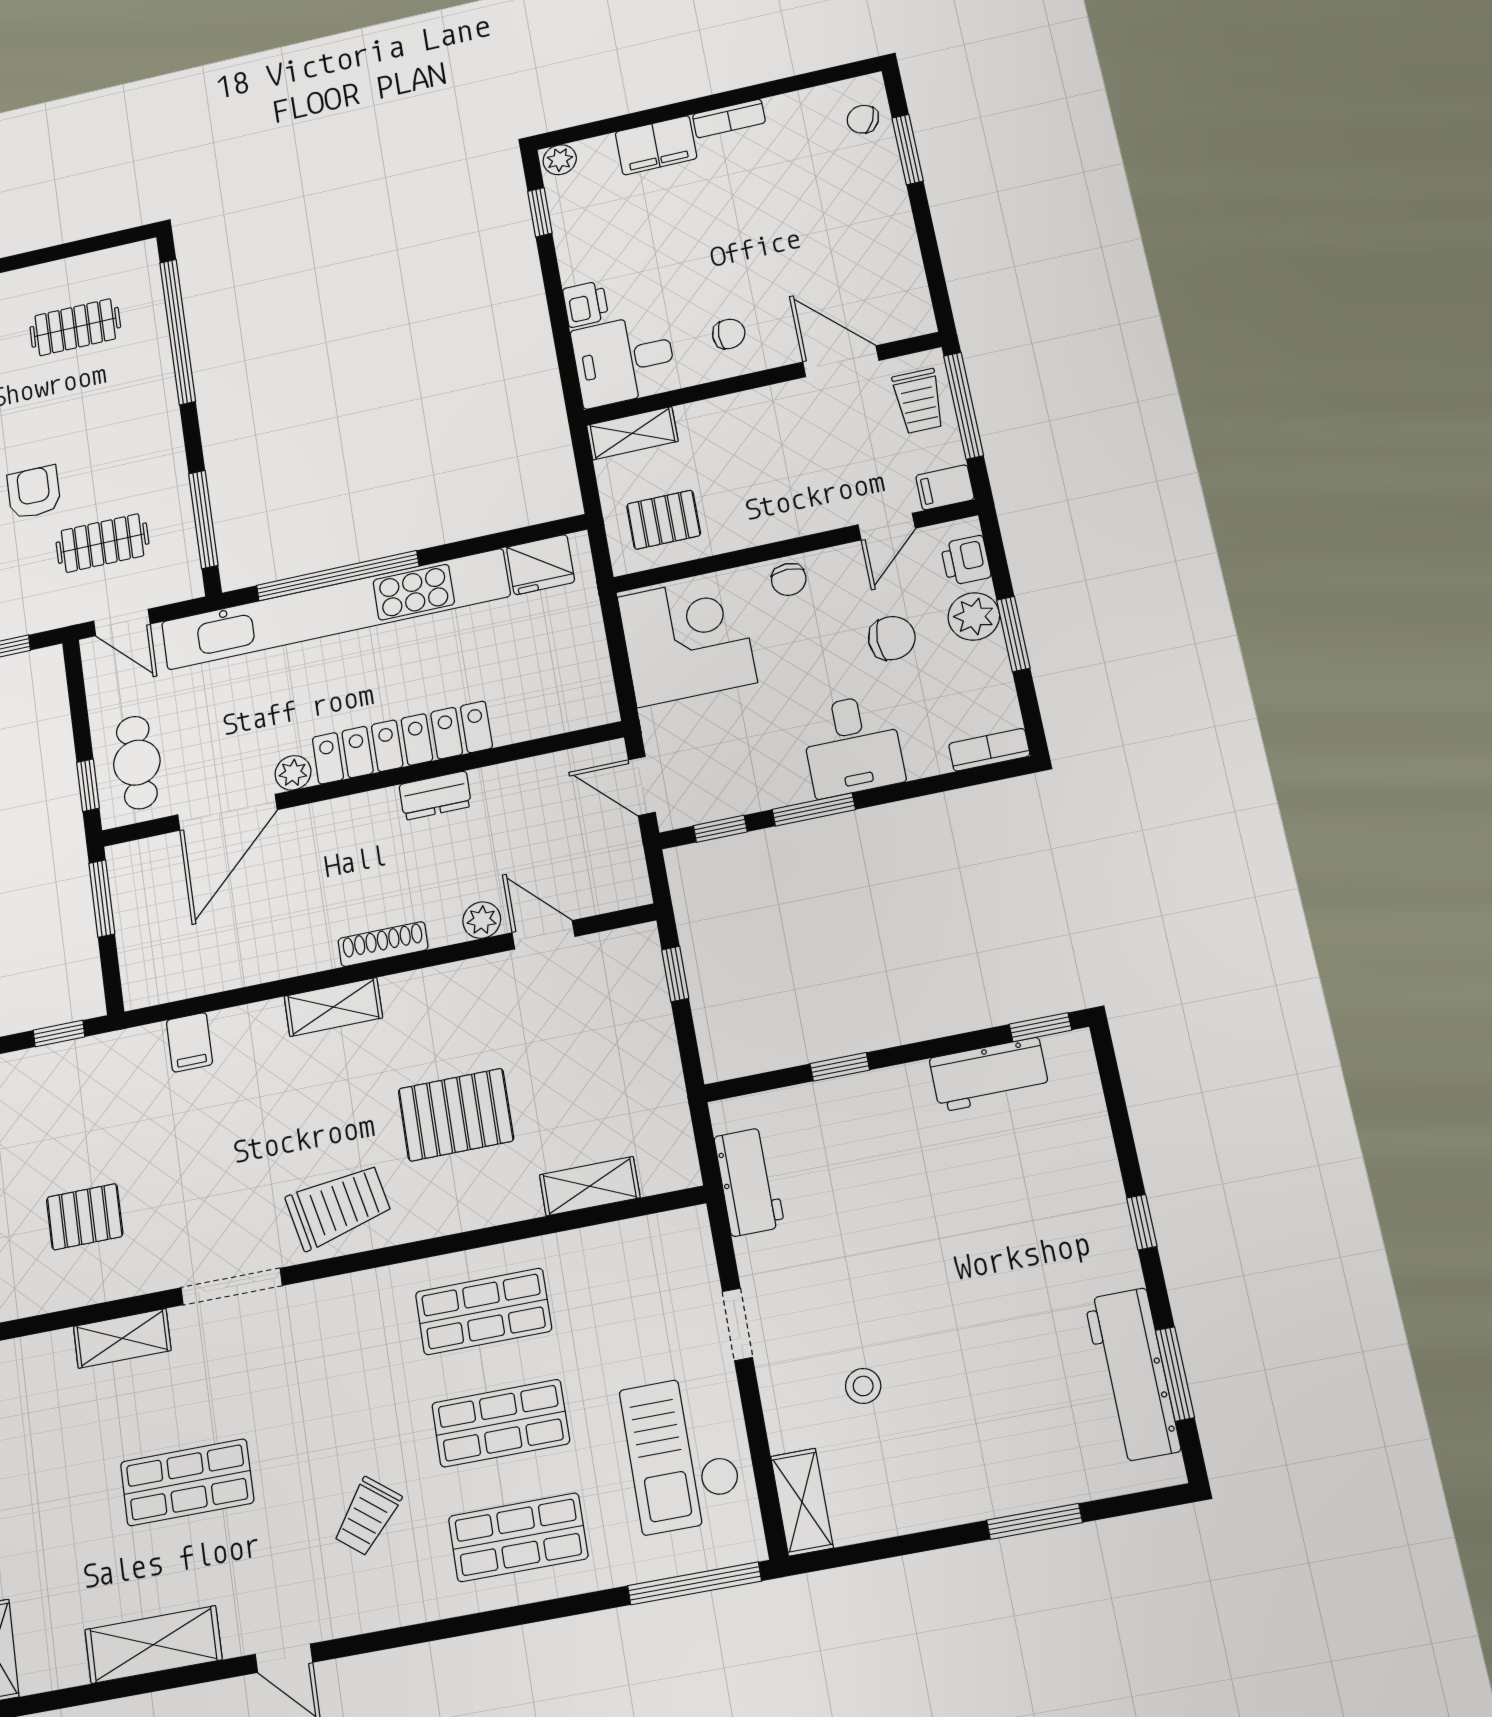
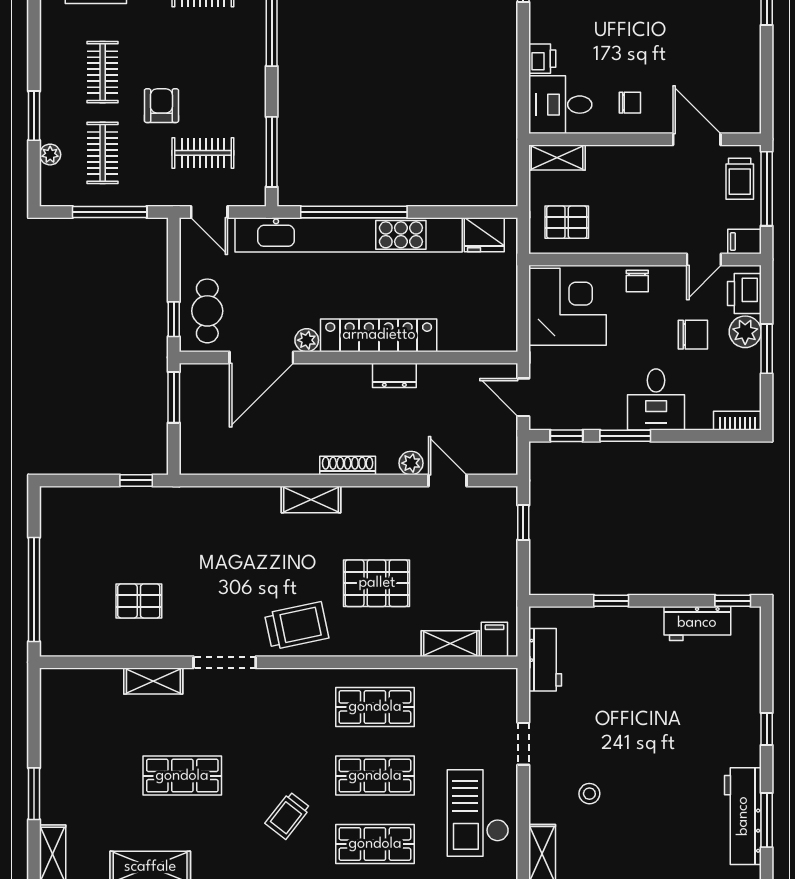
printer: (966, 560) -> (744, 294), width x1.36, depth x1.24
filing cabinet: (189, 1042) -> (494, 639), moved, turned 180

